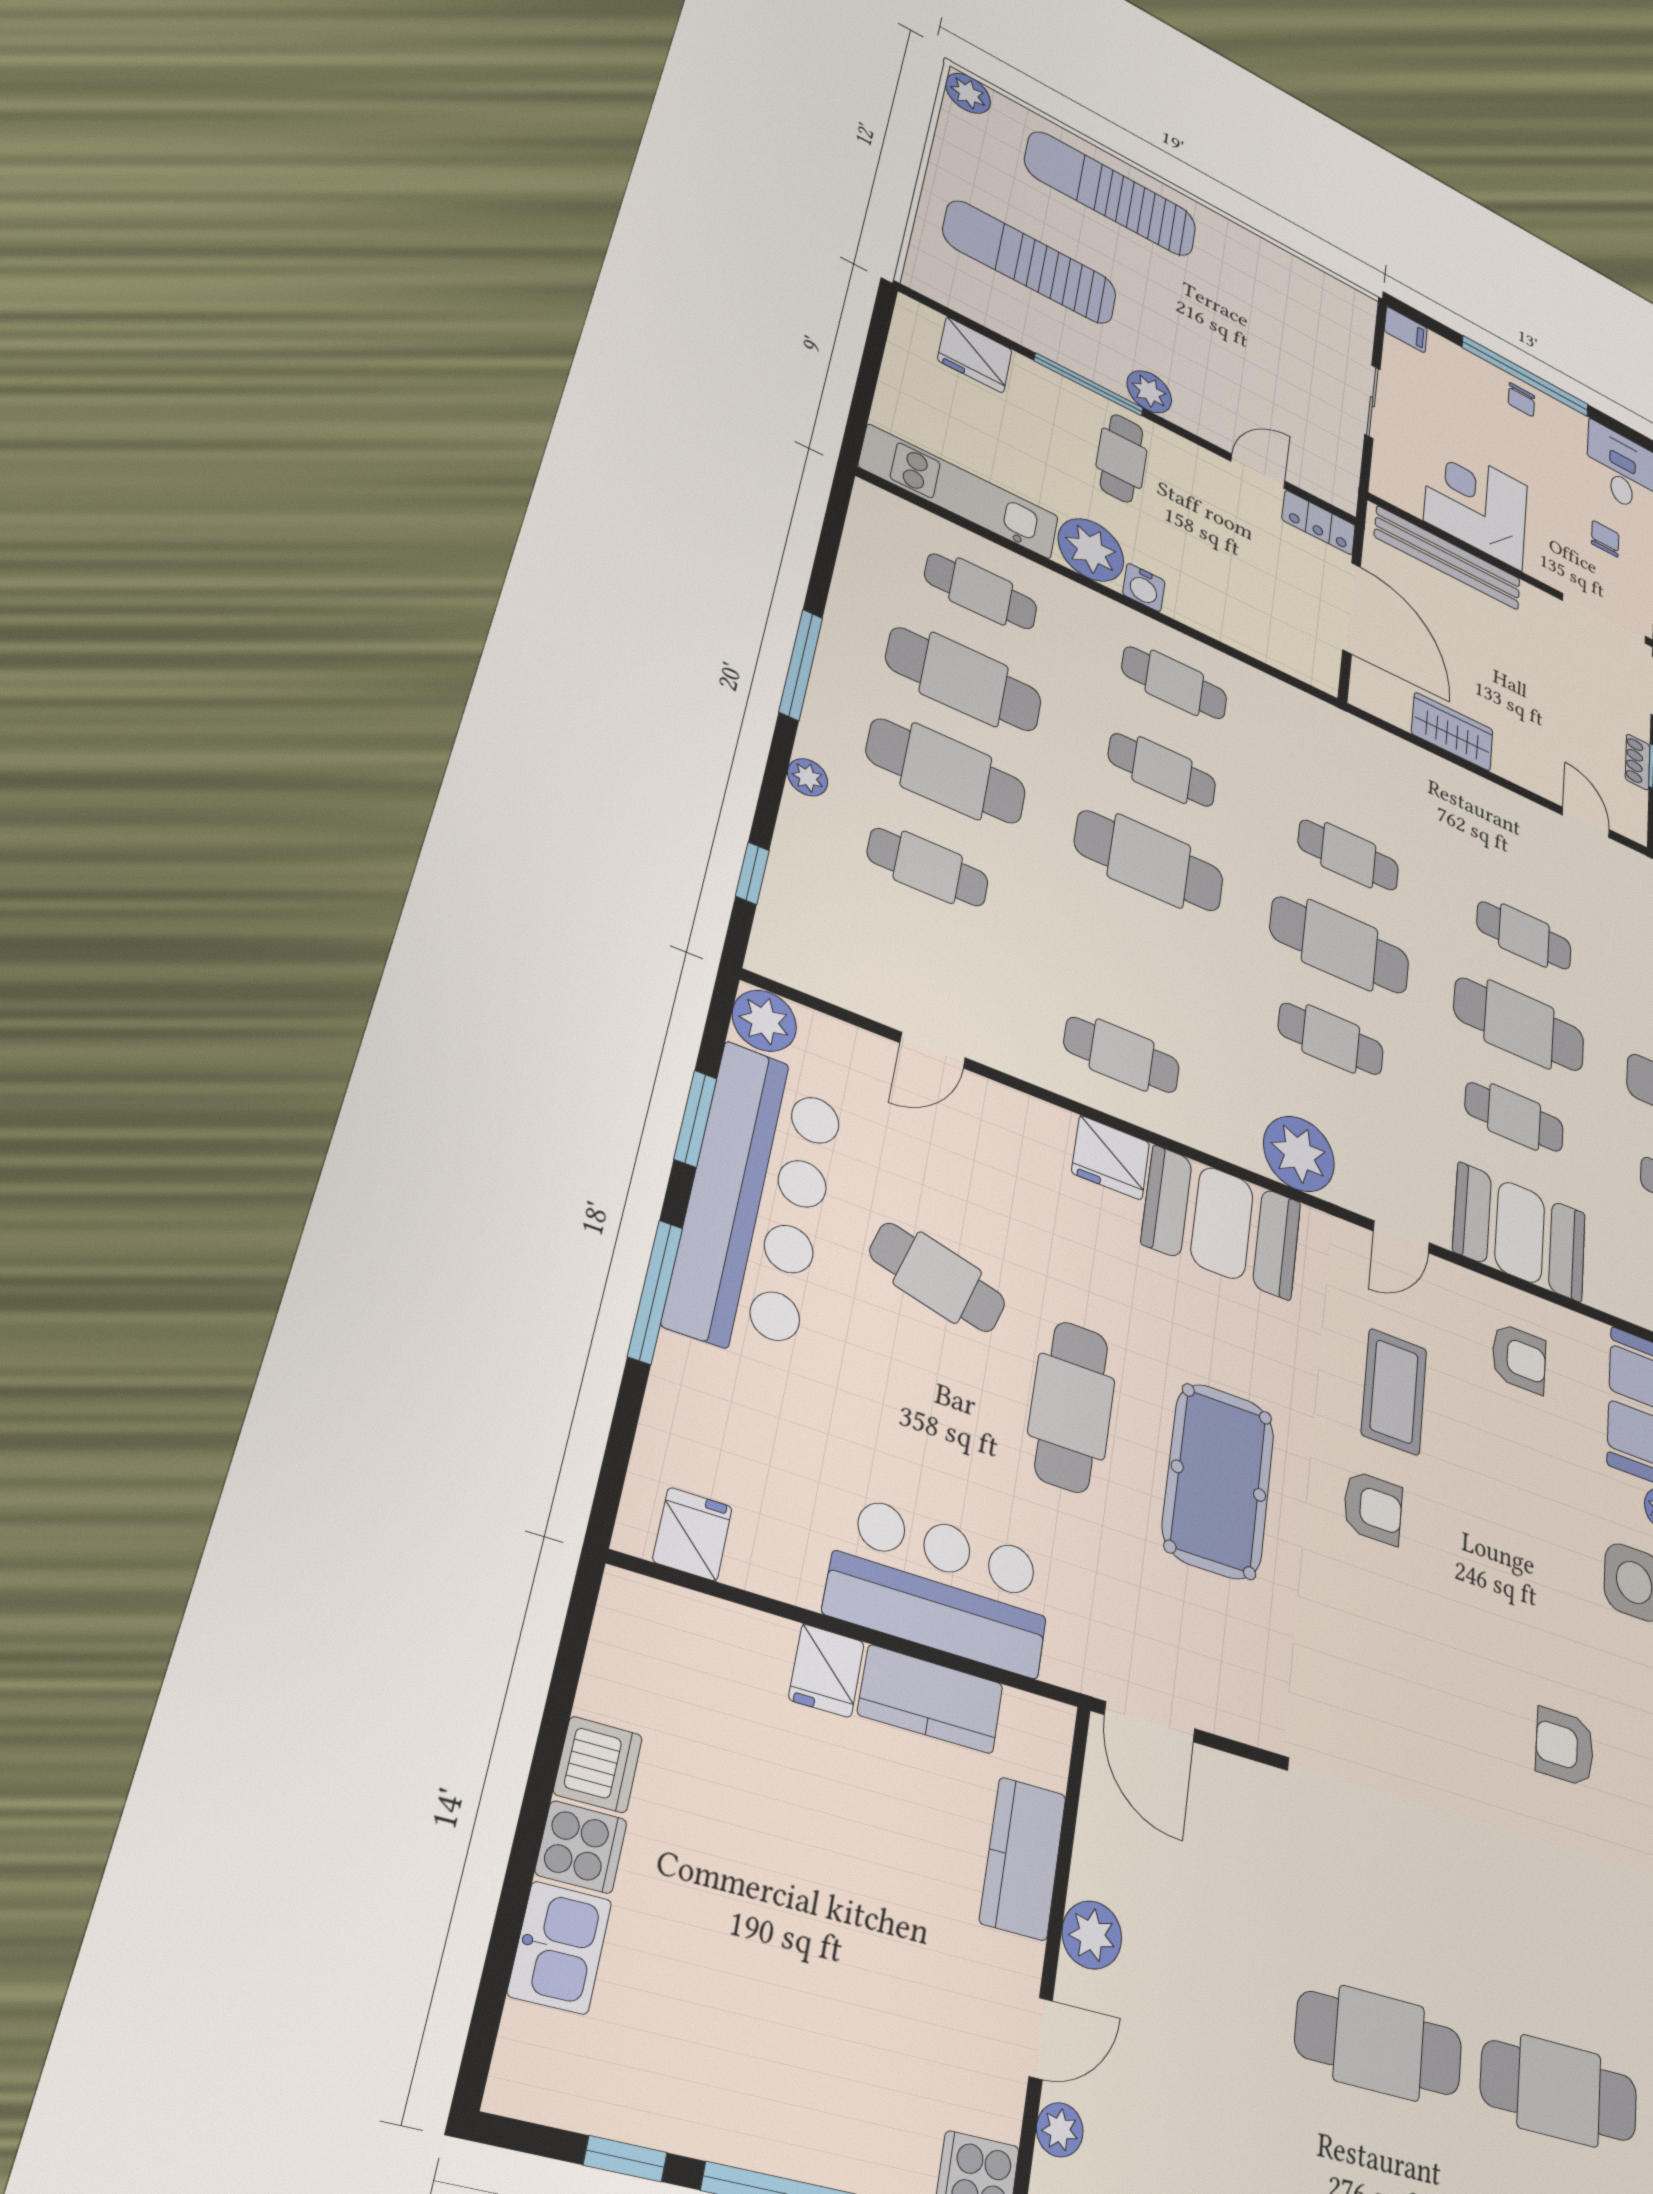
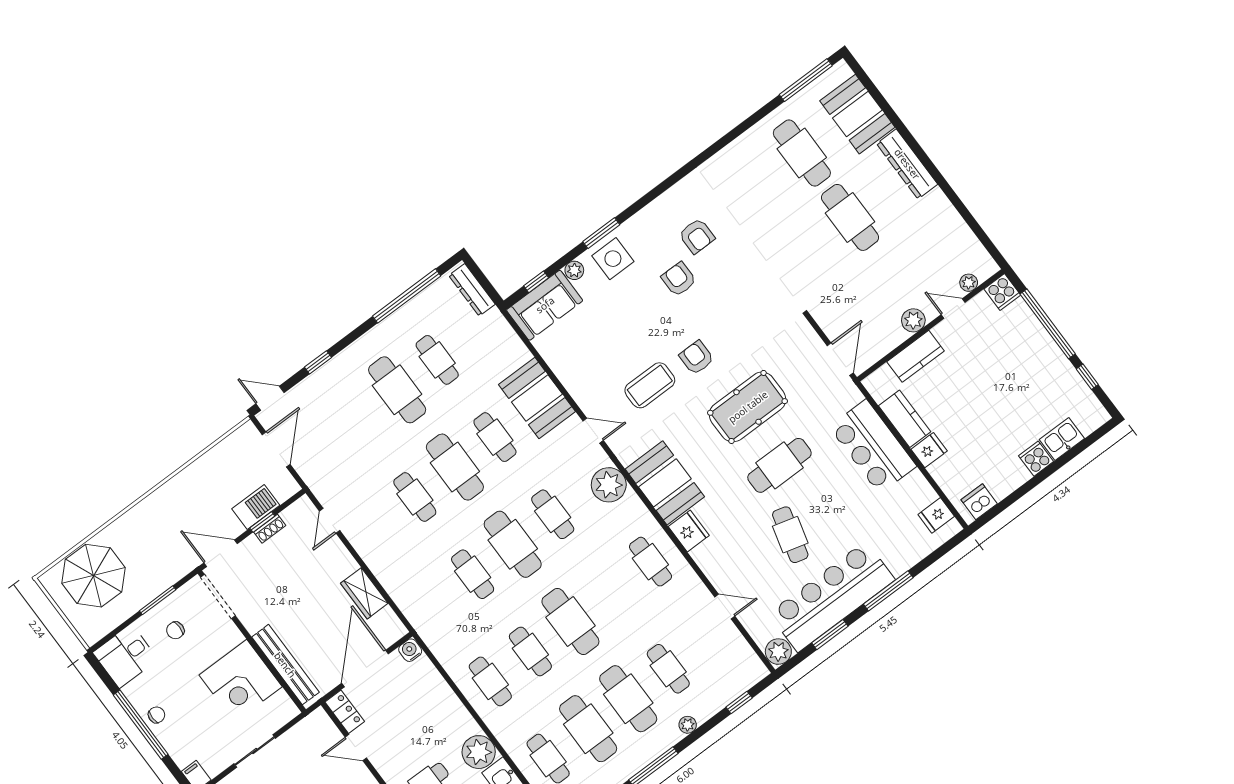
water cooler: (1144, 587) -> (410, 650), moved, turned -90
armchair: (1519, 1358) -> (679, 279), moved
dishwasher: (598, 1765) -> (979, 502), moved

